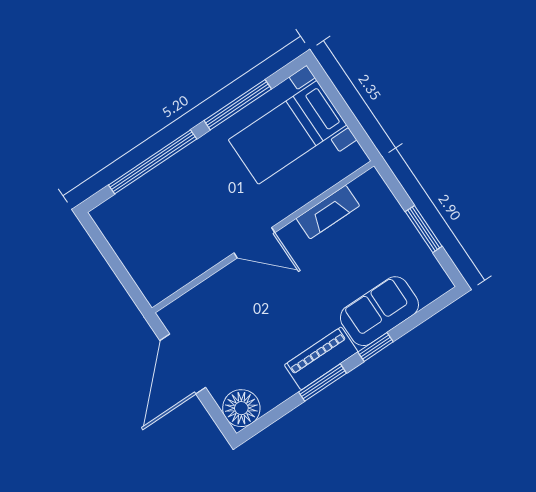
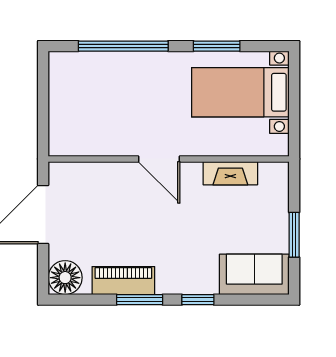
window: (238, 105) -> (217, 46), width x0.69
sofa: (379, 311) -> (254, 274), moved
piano: (321, 358) -> (123, 281), moved

